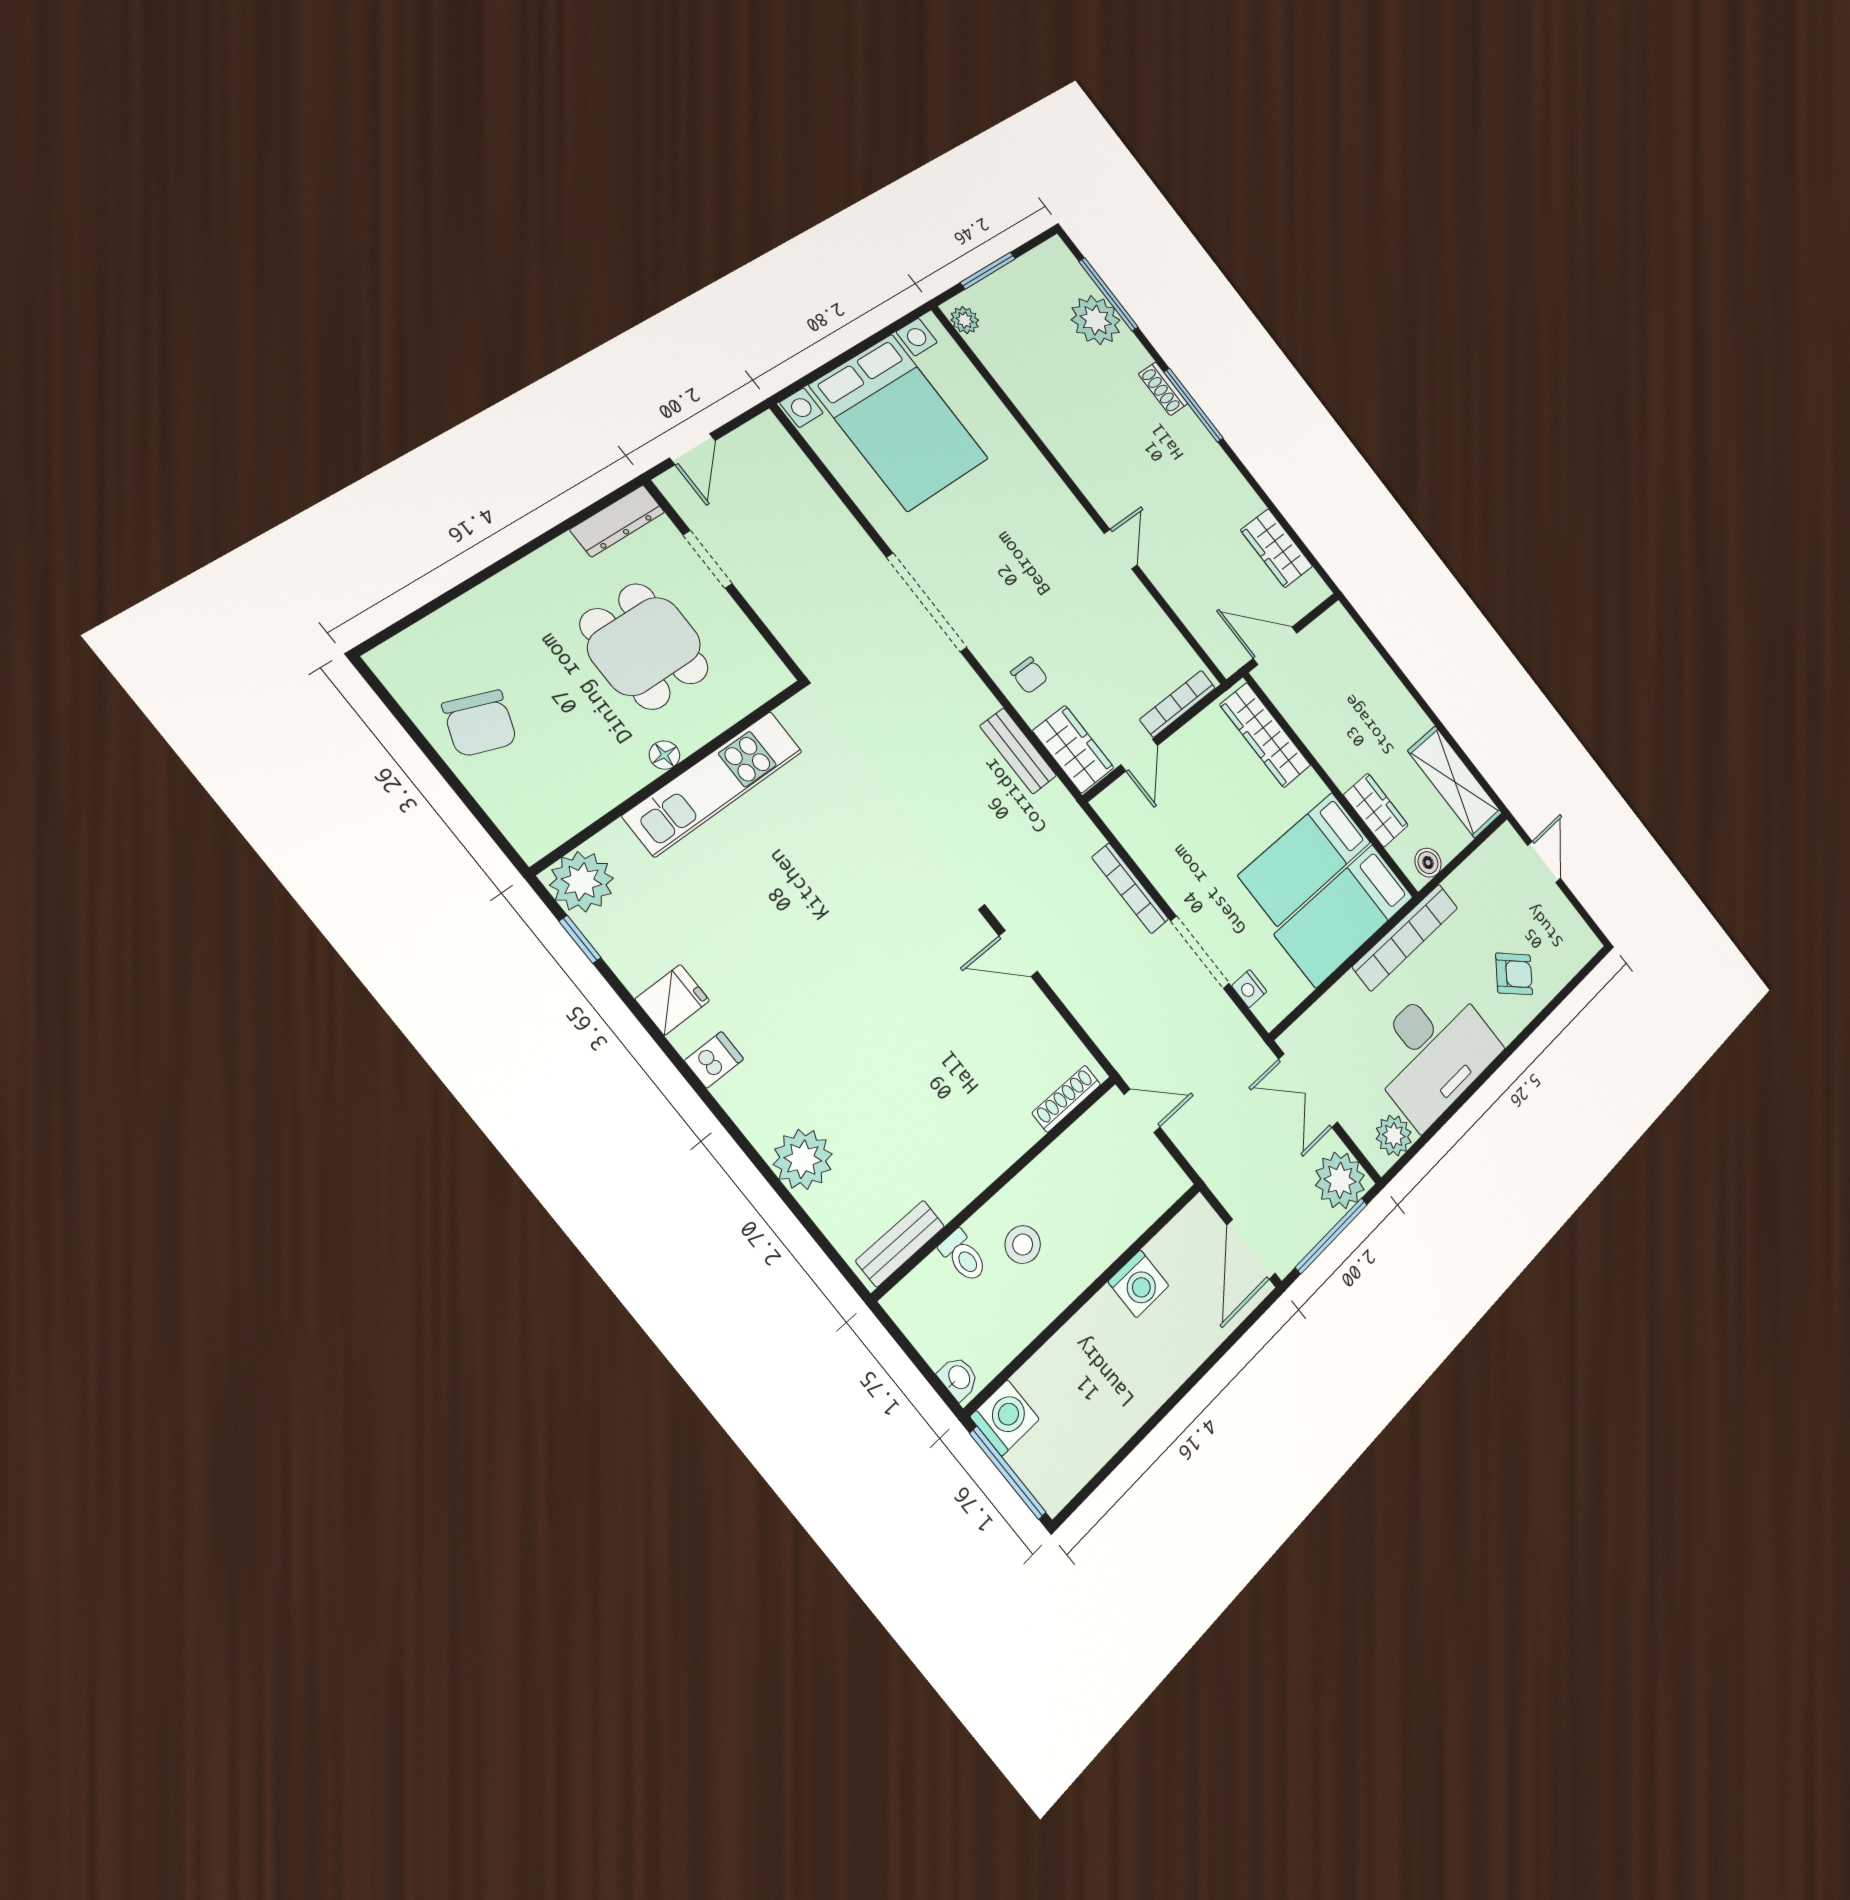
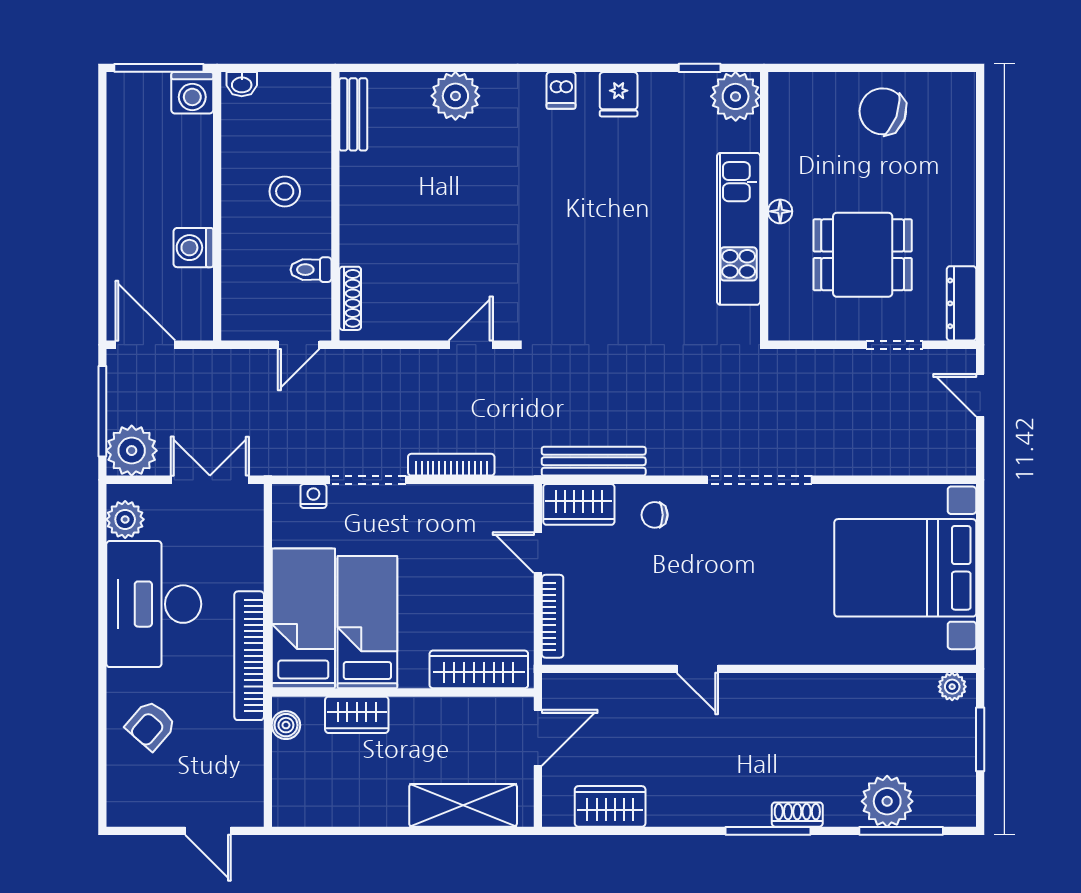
bench: (1018, 751) -> (594, 461), width x1.36
shelving: (1455, 782) -> (463, 805), moved
toilet: (963, 1256) -> (311, 270), moved

